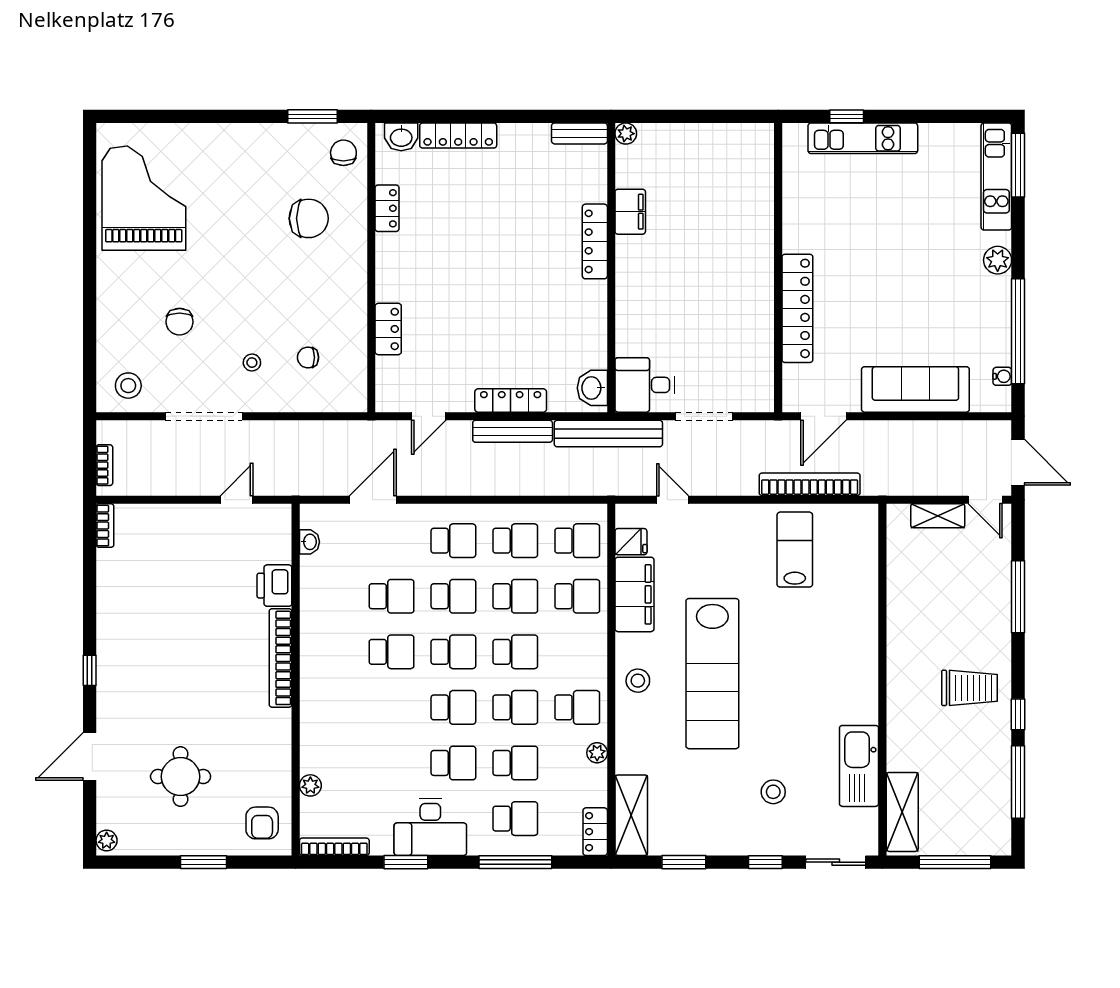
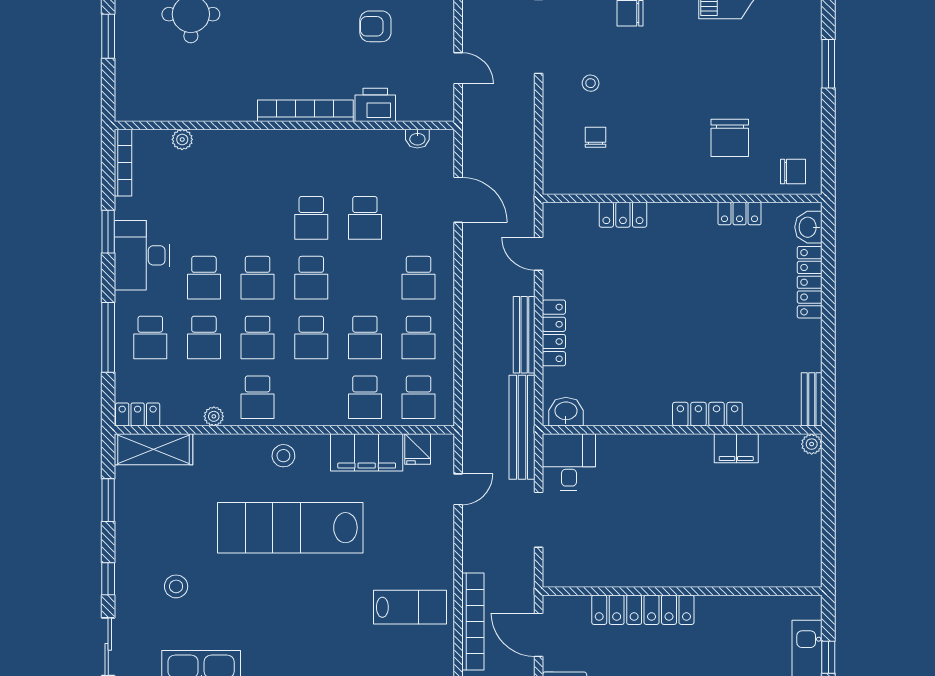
window: (312, 116) -> (828, 64), moved
school desk: (453, 596) -> (365, 278), removed
armchair: (262, 823) -> (375, 26), moved

